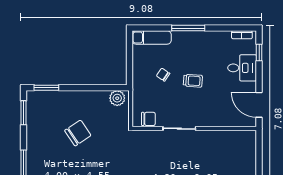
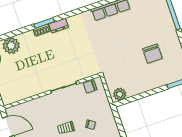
chair: (78, 133) -> (152, 54), moved, turned -56

